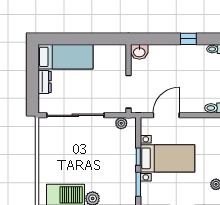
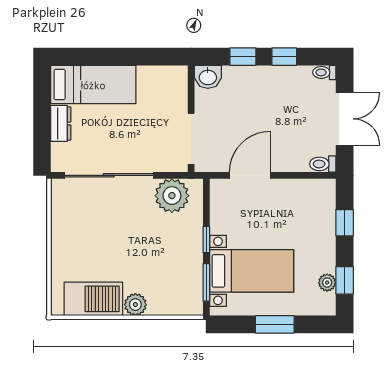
window: (162, 39) -> (243, 57), added
plant: (121, 123) -> (172, 196), width x1.88, depth x1.88
bed with nightstands: (167, 158) -> (252, 271), moved

